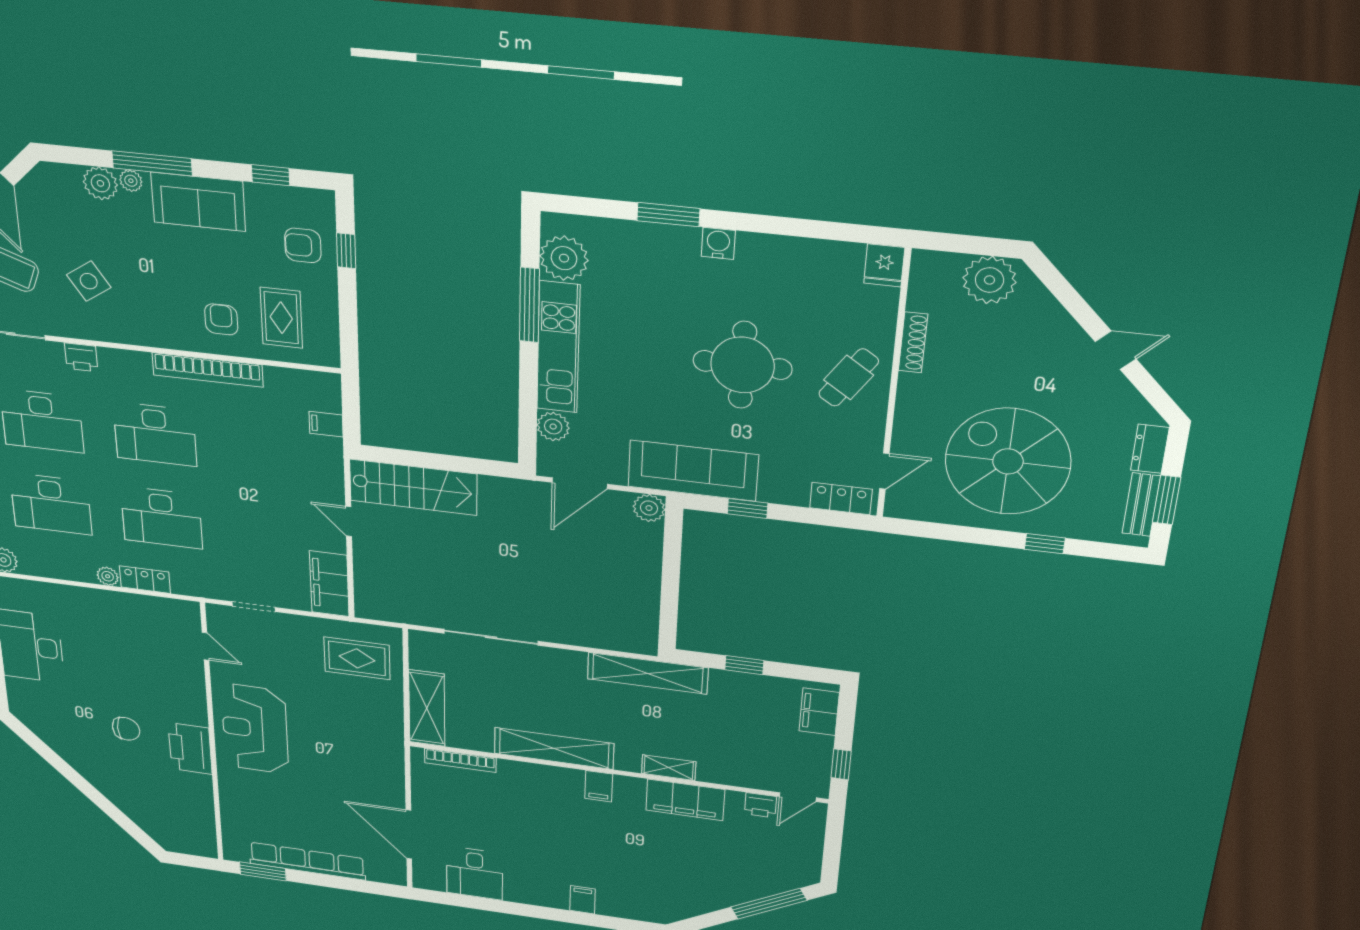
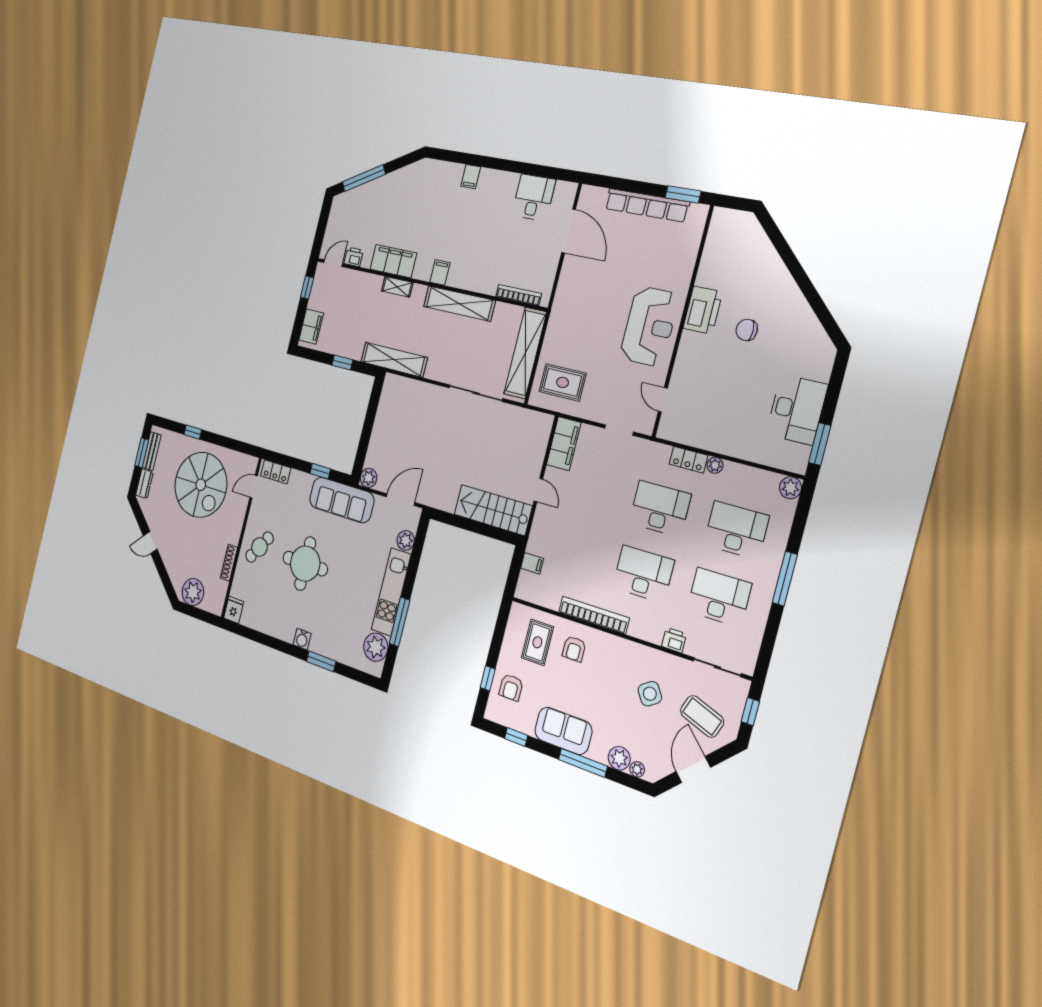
plant: (131, 181) -> (637, 769), moved
armchair: (303, 245) -> (511, 687), turned 90
shelving: (427, 708) -> (525, 353), width x1.47

